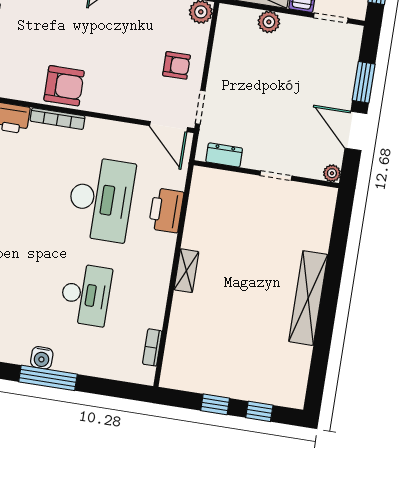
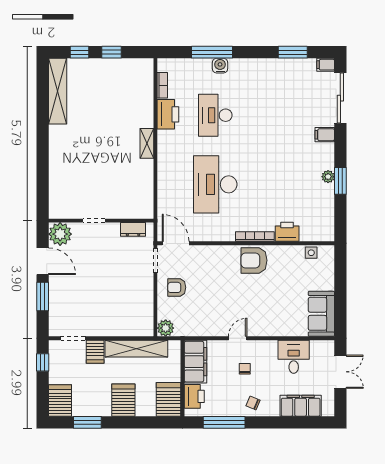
plant: (269, 22) -> (116, 329), removed
plant: (332, 173) -> (60, 234), width x1.87, depth x1.87
printer: (166, 210) -> (168, 114), moved
shelving: (308, 298) -> (58, 91), moved
water cooler: (42, 358) -> (220, 66), moved
window: (48, 378) -> (212, 52), moved

